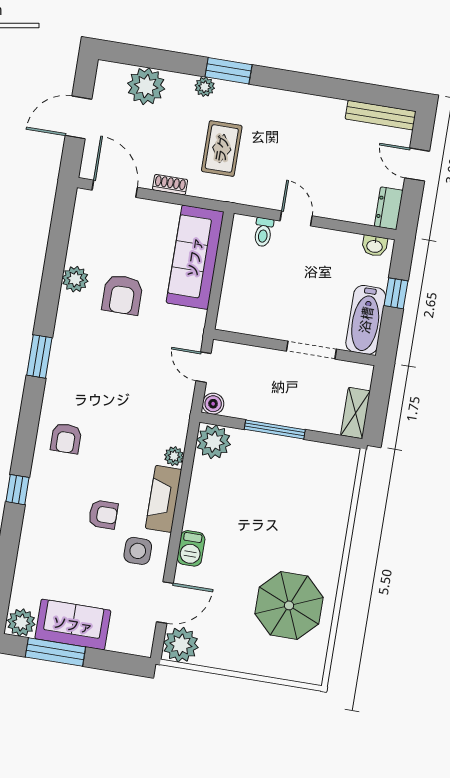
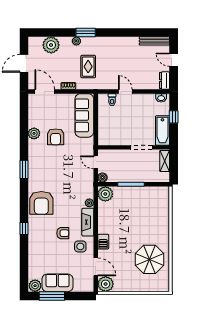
shelving: (355, 413) -> (165, 161), moved
armchair: (66, 438) -> (41, 203), width x1.88, depth x1.88
door: (165, 603) -> (96, 267), hinge flipped

